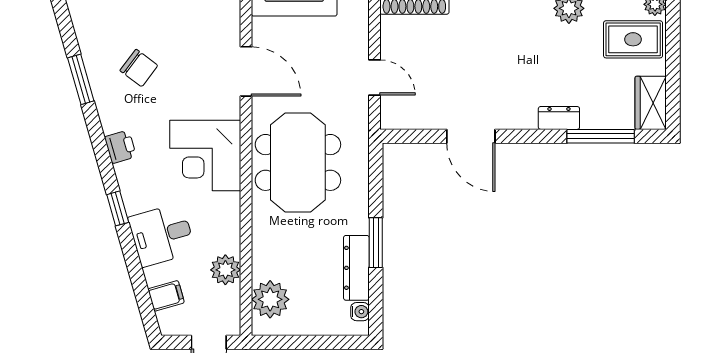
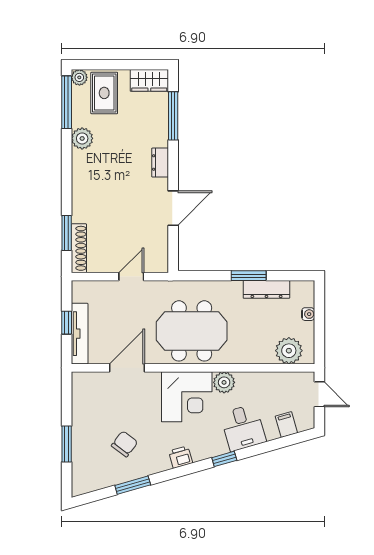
dresser: (559, 118) -> (160, 163), moved
plant: (225, 270) -> (224, 382), moved
water cooler: (360, 312) -> (308, 314), moved, turned 90

